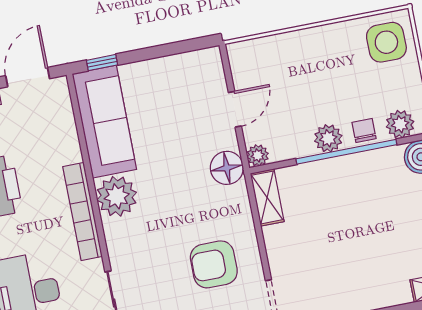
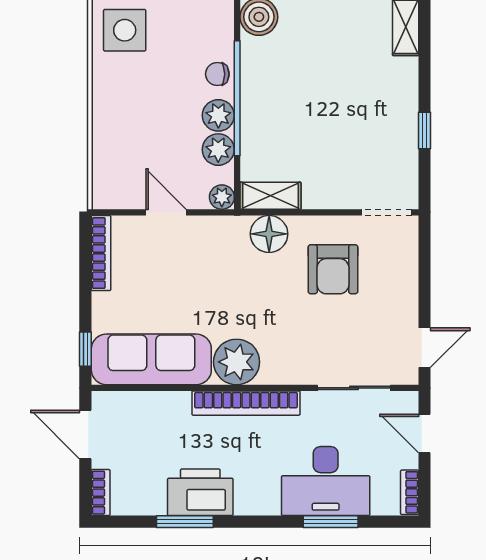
bookcase: (188, 60) -> (101, 253), added
plant: (400, 124) -> (218, 150), moved
floor lamp: (227, 168) -> (269, 234), moved

